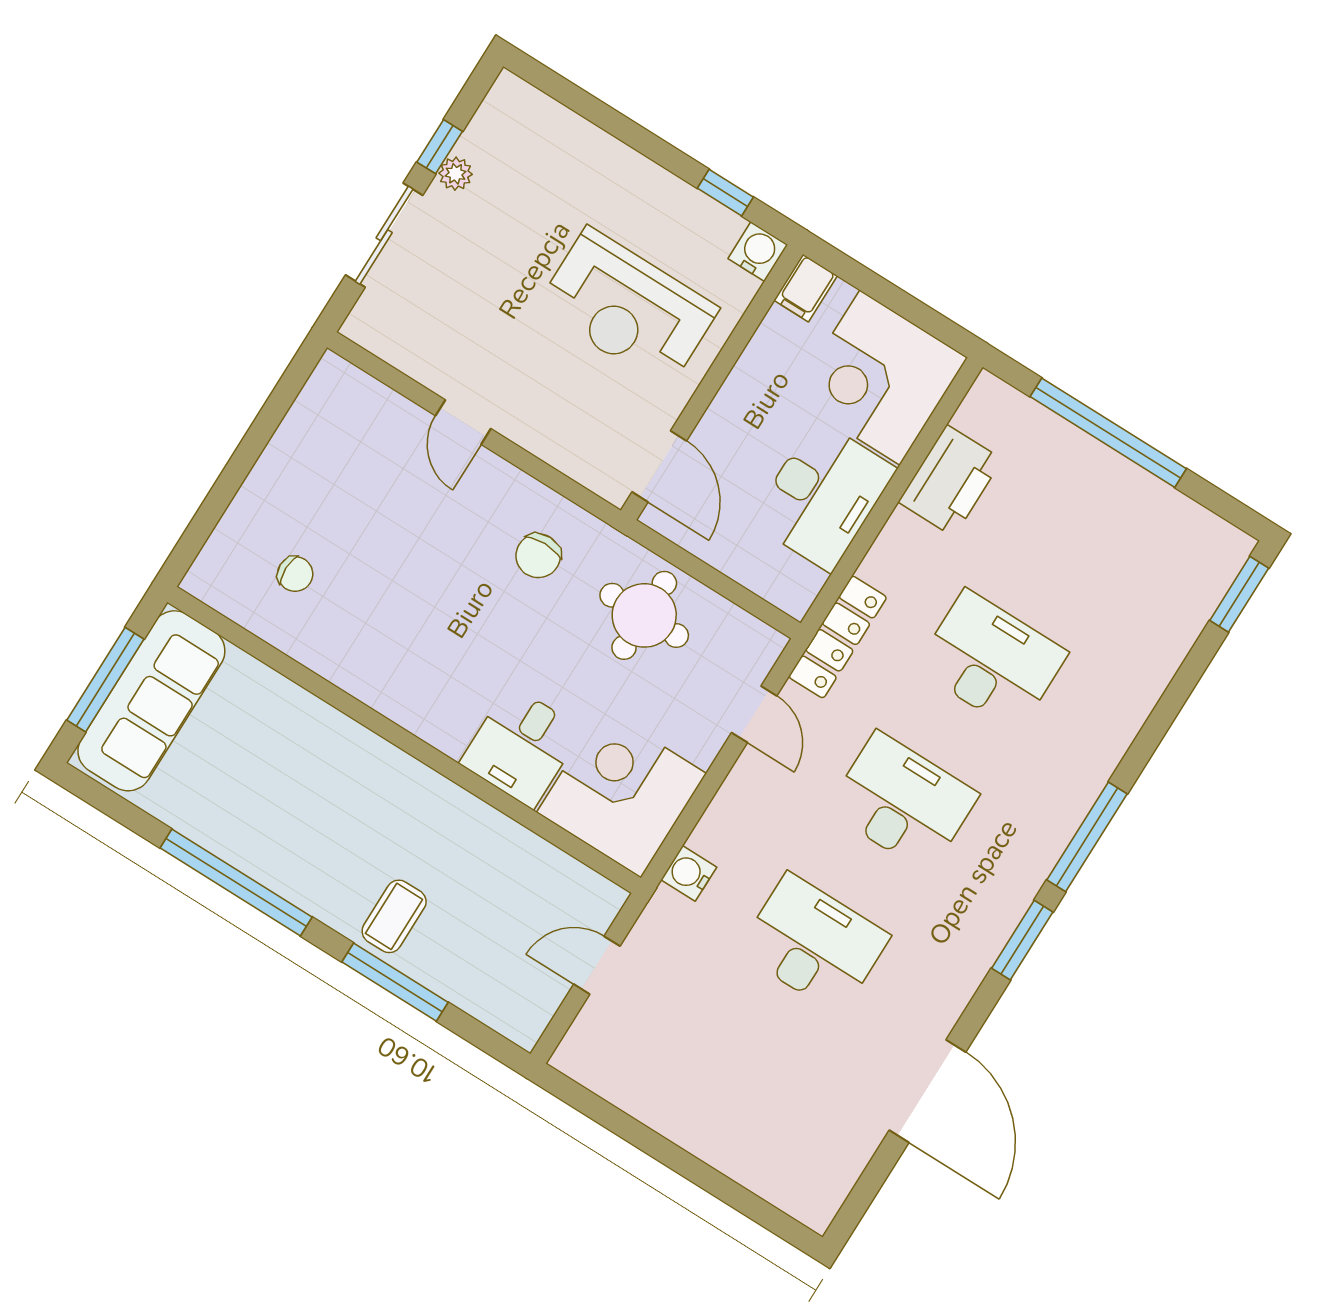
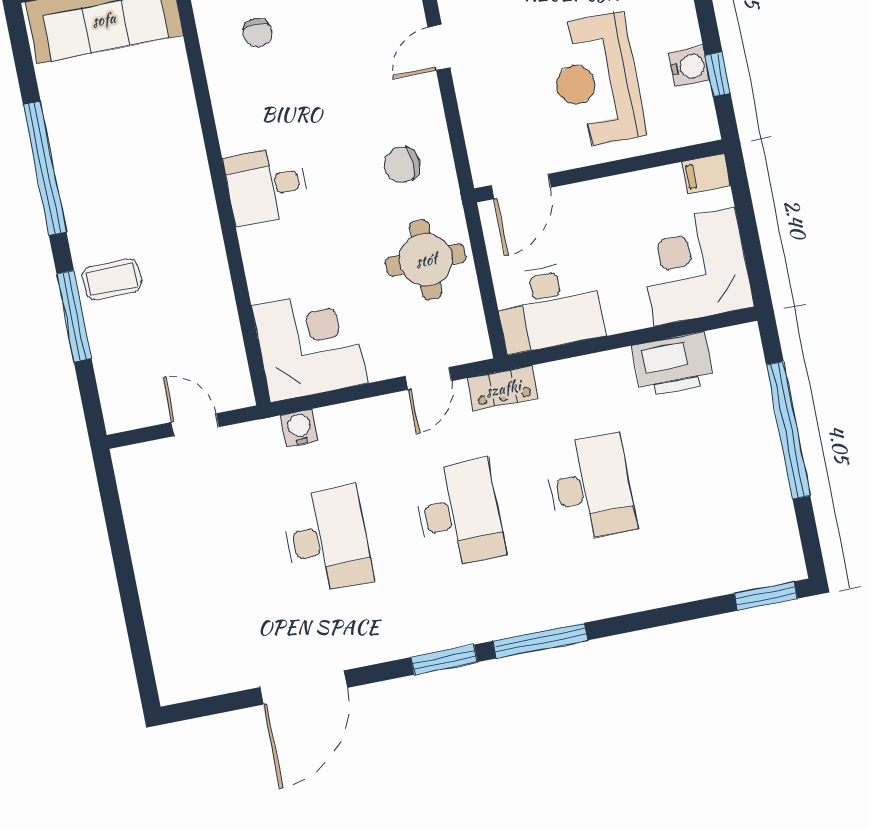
water cooler: (758, 252) -> (689, 67), moved
desk: (823, 495) -> (549, 307), moved
locker: (838, 637) -> (503, 388), width x0.66
desk: (521, 747) -> (267, 186), moved

